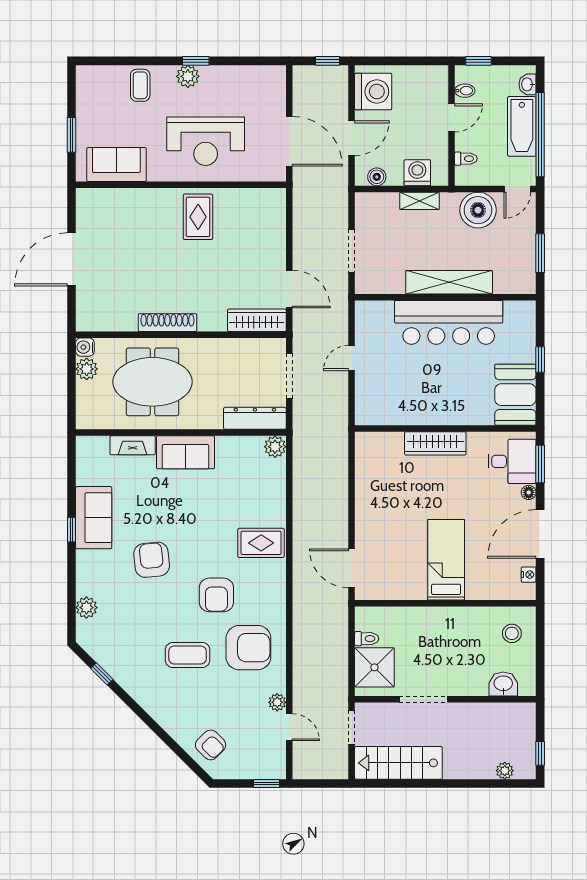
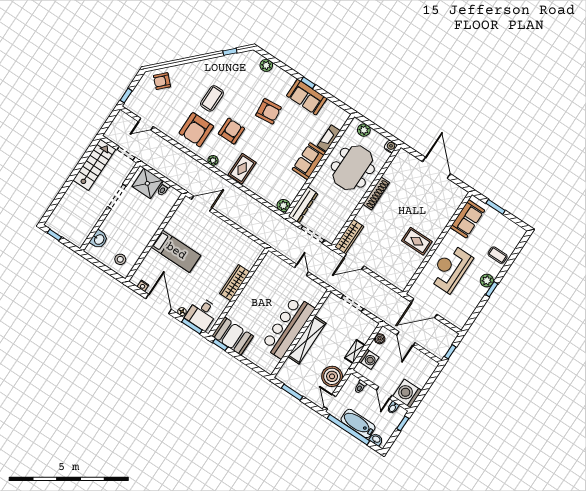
washing machine: (373, 92) -> (407, 393), moved, turned 90
window: (540, 359) -> (220, 345), moved
plant: (87, 369) -> (364, 130), moved
armchair: (216, 595) -> (231, 131), turned 90
plant: (277, 702) -> (213, 160), moved
plant: (505, 771) -> (57, 213), removed

